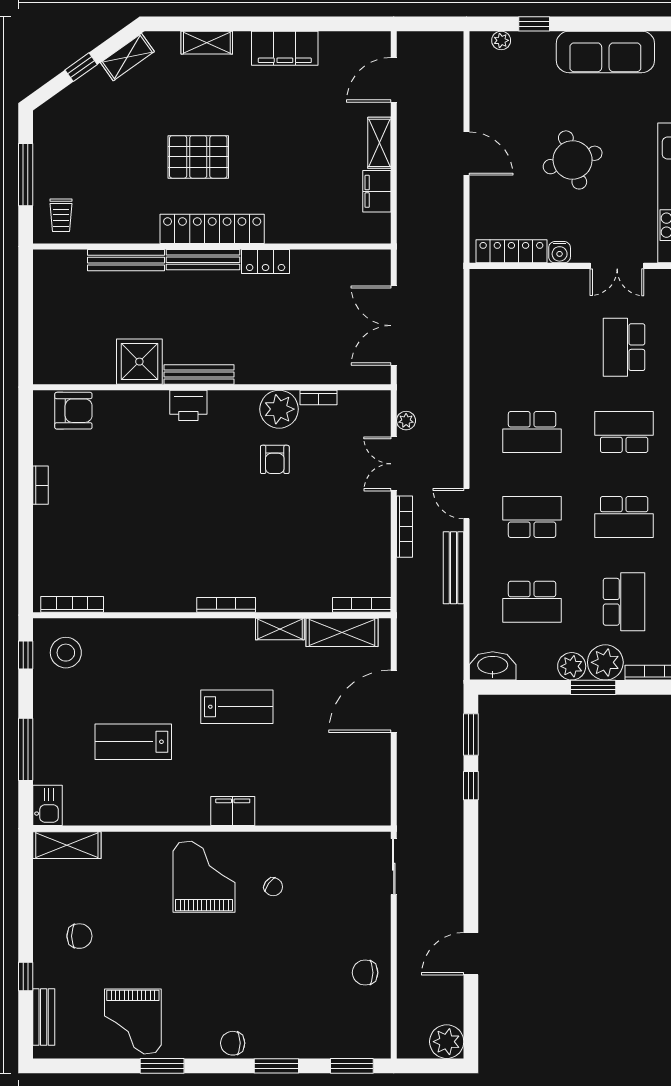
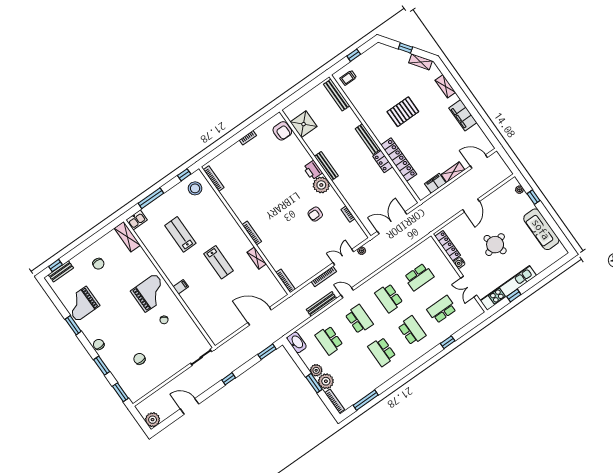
pallet: (198, 157) -> (403, 112), turned 90
window: (26, 175) -> (354, 55), width x0.46
locker: (212, 229) -> (399, 160), moved
bench: (126, 260) -> (337, 95), moved
shower: (139, 362) -> (304, 124), moved
plant: (279, 409) -> (321, 185), moved
door: (466, 504) -> (347, 293), hinge flipped
school desk: (624, 602) -> (419, 277), moved
shelving: (342, 632) -> (271, 281), removed
window: (471, 786) -> (229, 379), moved
filing cabinet: (233, 811) -> (181, 287), width x0.50
chair: (365, 973) -> (139, 359), moved
window: (26, 976) -> (55, 266), moved

